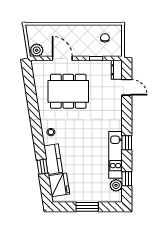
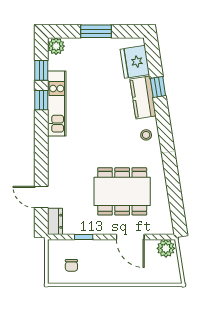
window: (127, 143) -> (41, 100), moved
plant: (116, 185) -> (56, 46), moved

